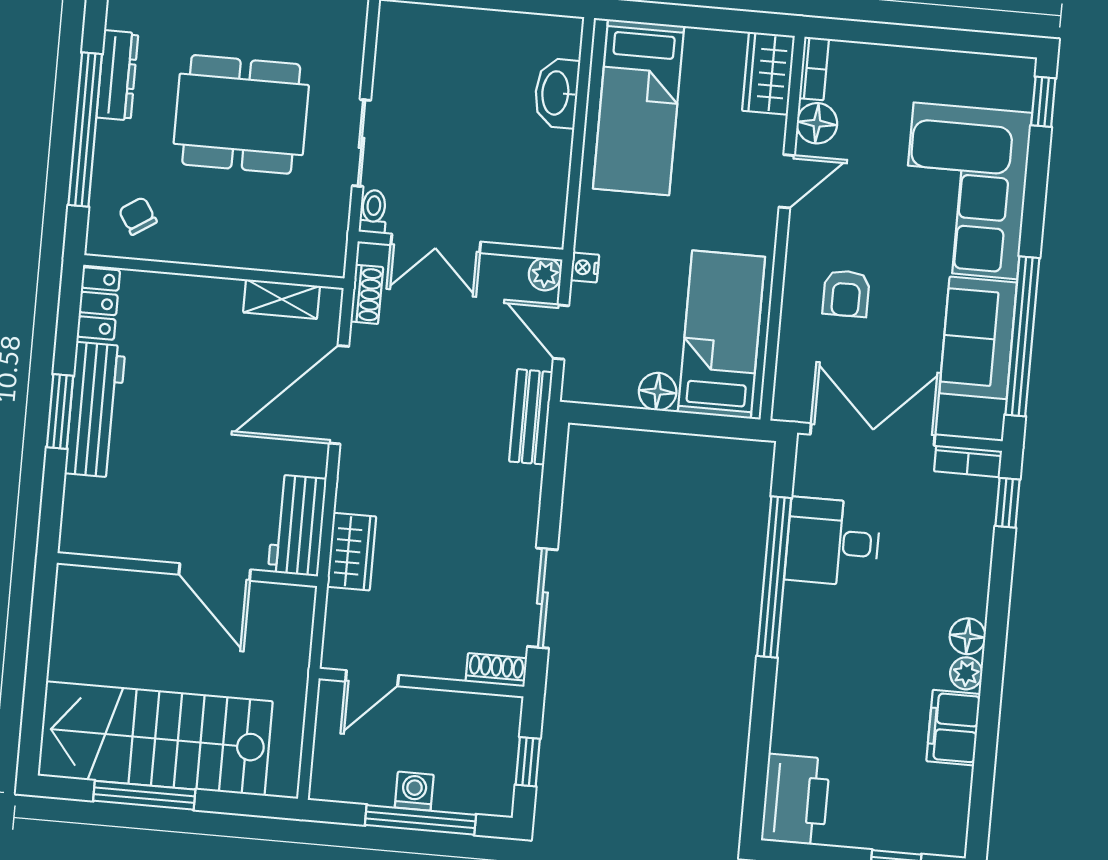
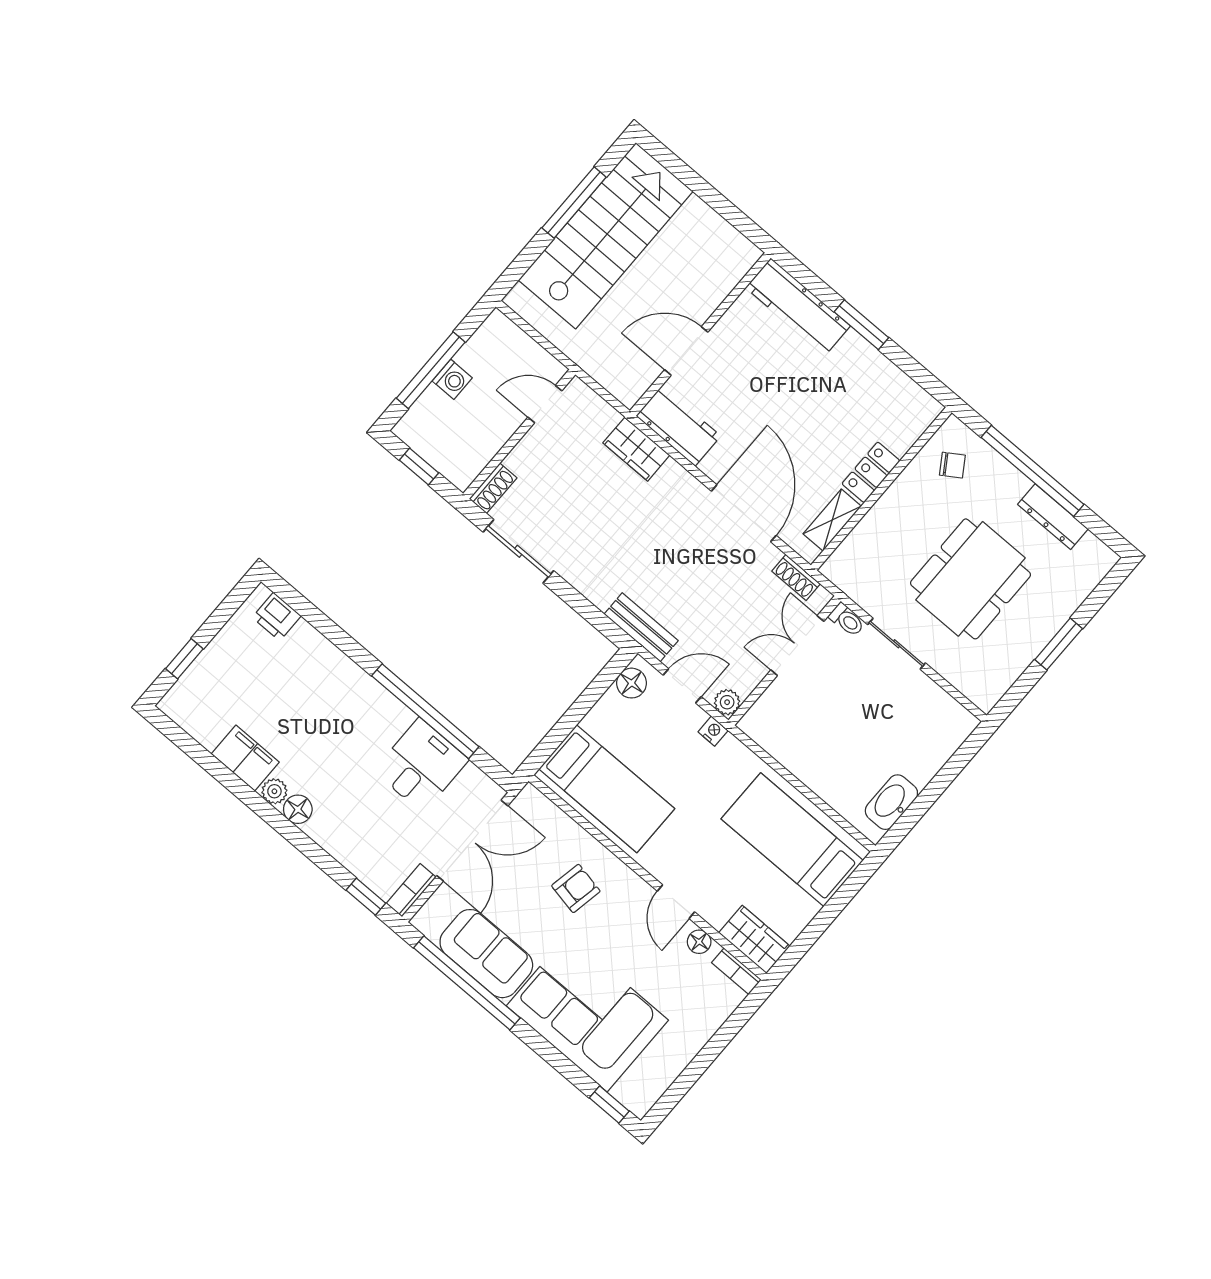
washbasin: (557, 93) -> (891, 802), moved, turned -90
floor lamp: (817, 123) -> (699, 942), width x0.73, depth x0.73
armchair: (846, 293) -> (576, 888), turned 101
locker: (98, 303) -> (871, 472), moved, turned 90
floor lamp: (658, 392) -> (632, 683), moved
workbench: (95, 410) -> (798, 307), moved
door: (372, 678) -> (545, 404), hinge flipped
printer: (796, 799) -> (277, 617), width x0.53, depth x0.68

